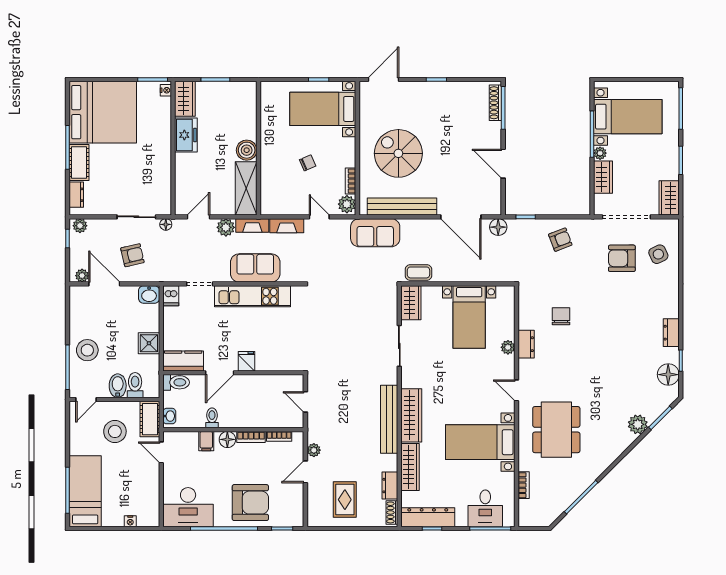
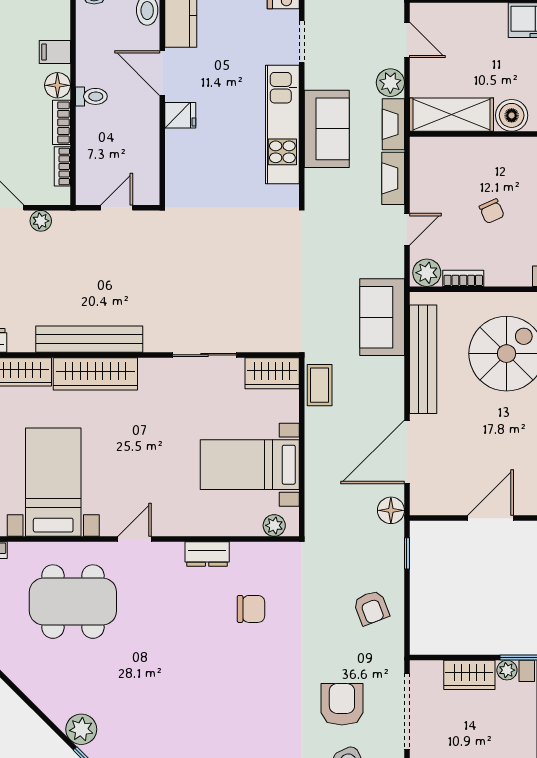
plant: (508, 347) -> (274, 525), moved
toilet: (212, 418) -> (91, 96), moved

